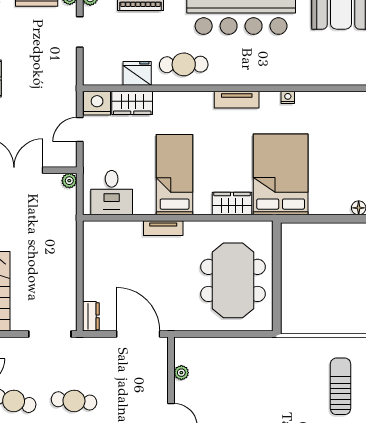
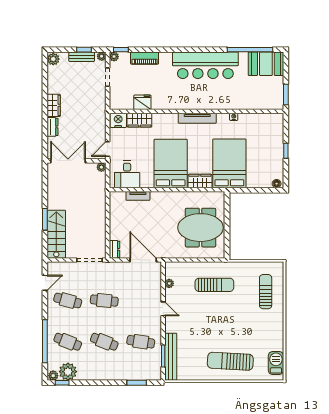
cafe table: (184, 64) -> (171, 97), removed
tv unit: (237, 100) -> (197, 118), width x1.41
door: (80, 130) -> (108, 149), moved
bed: (175, 175) -> (171, 164), width x1.50
tv unit: (163, 228) -> (138, 196), moved
meeting table: (233, 280) -> (201, 228), turned 90
sun lounger: (256, 375) -> (214, 285), added

